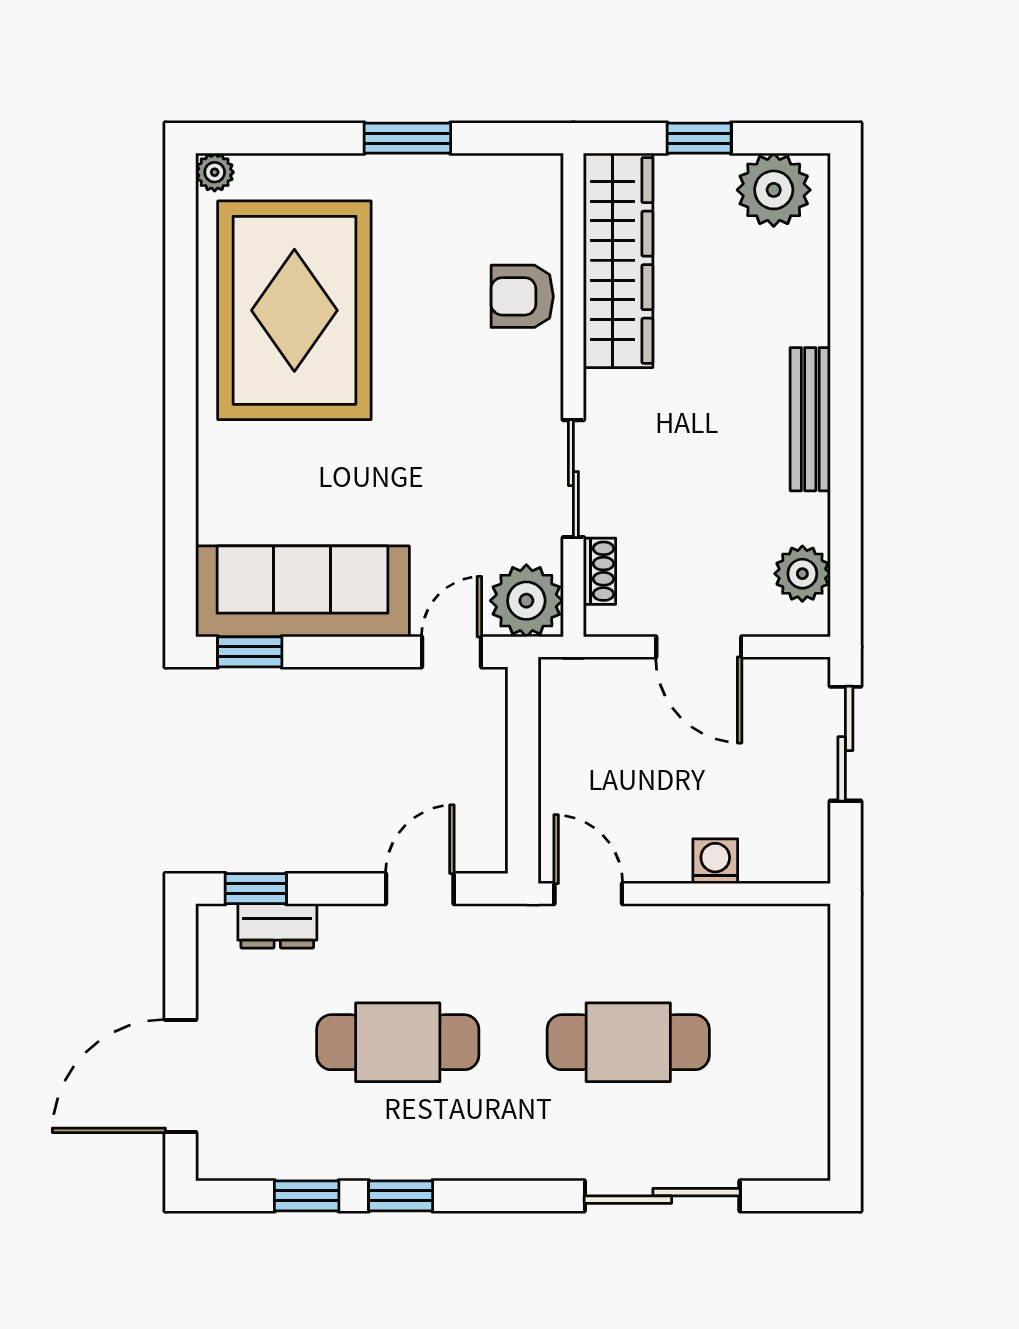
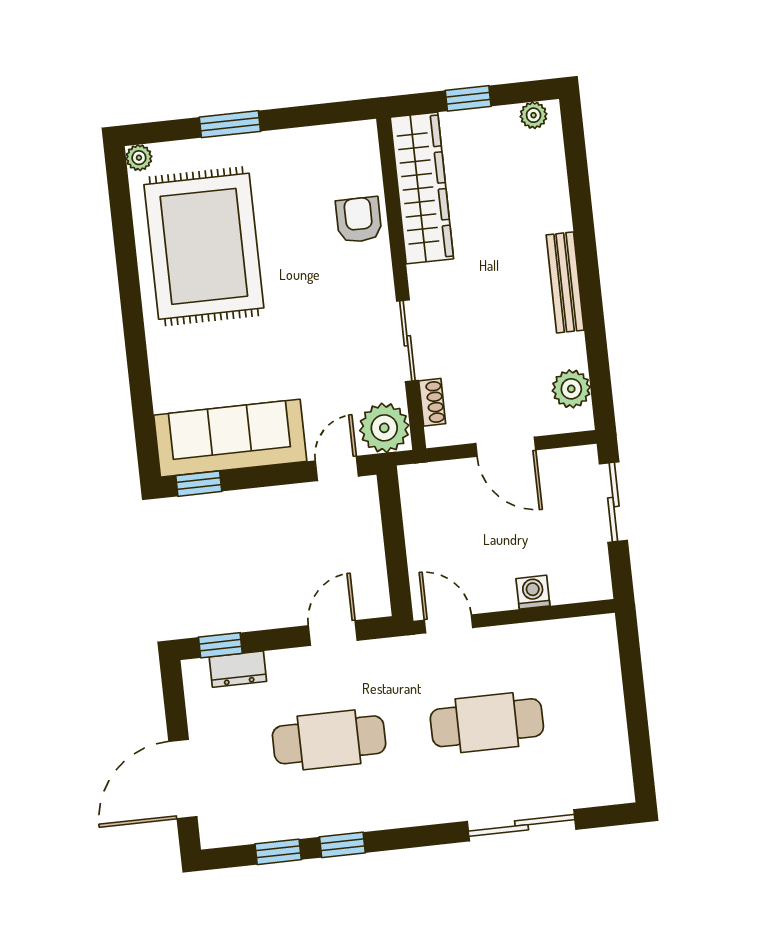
window: (407, 138) -> (230, 124), moved
plant: (774, 190) -> (534, 115), width x0.53, depth x0.53
armchair: (522, 296) -> (359, 220), turned 90

